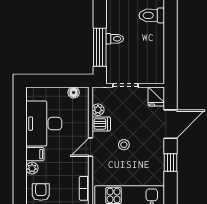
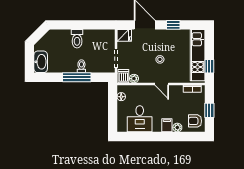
toilet: (152, 15) -> (77, 39), moved
window: (100, 47) -> (77, 77), moved
desk: (44, 124) -> (140, 119), width x0.73
dishwasher: (101, 124) -> (123, 76), moved

